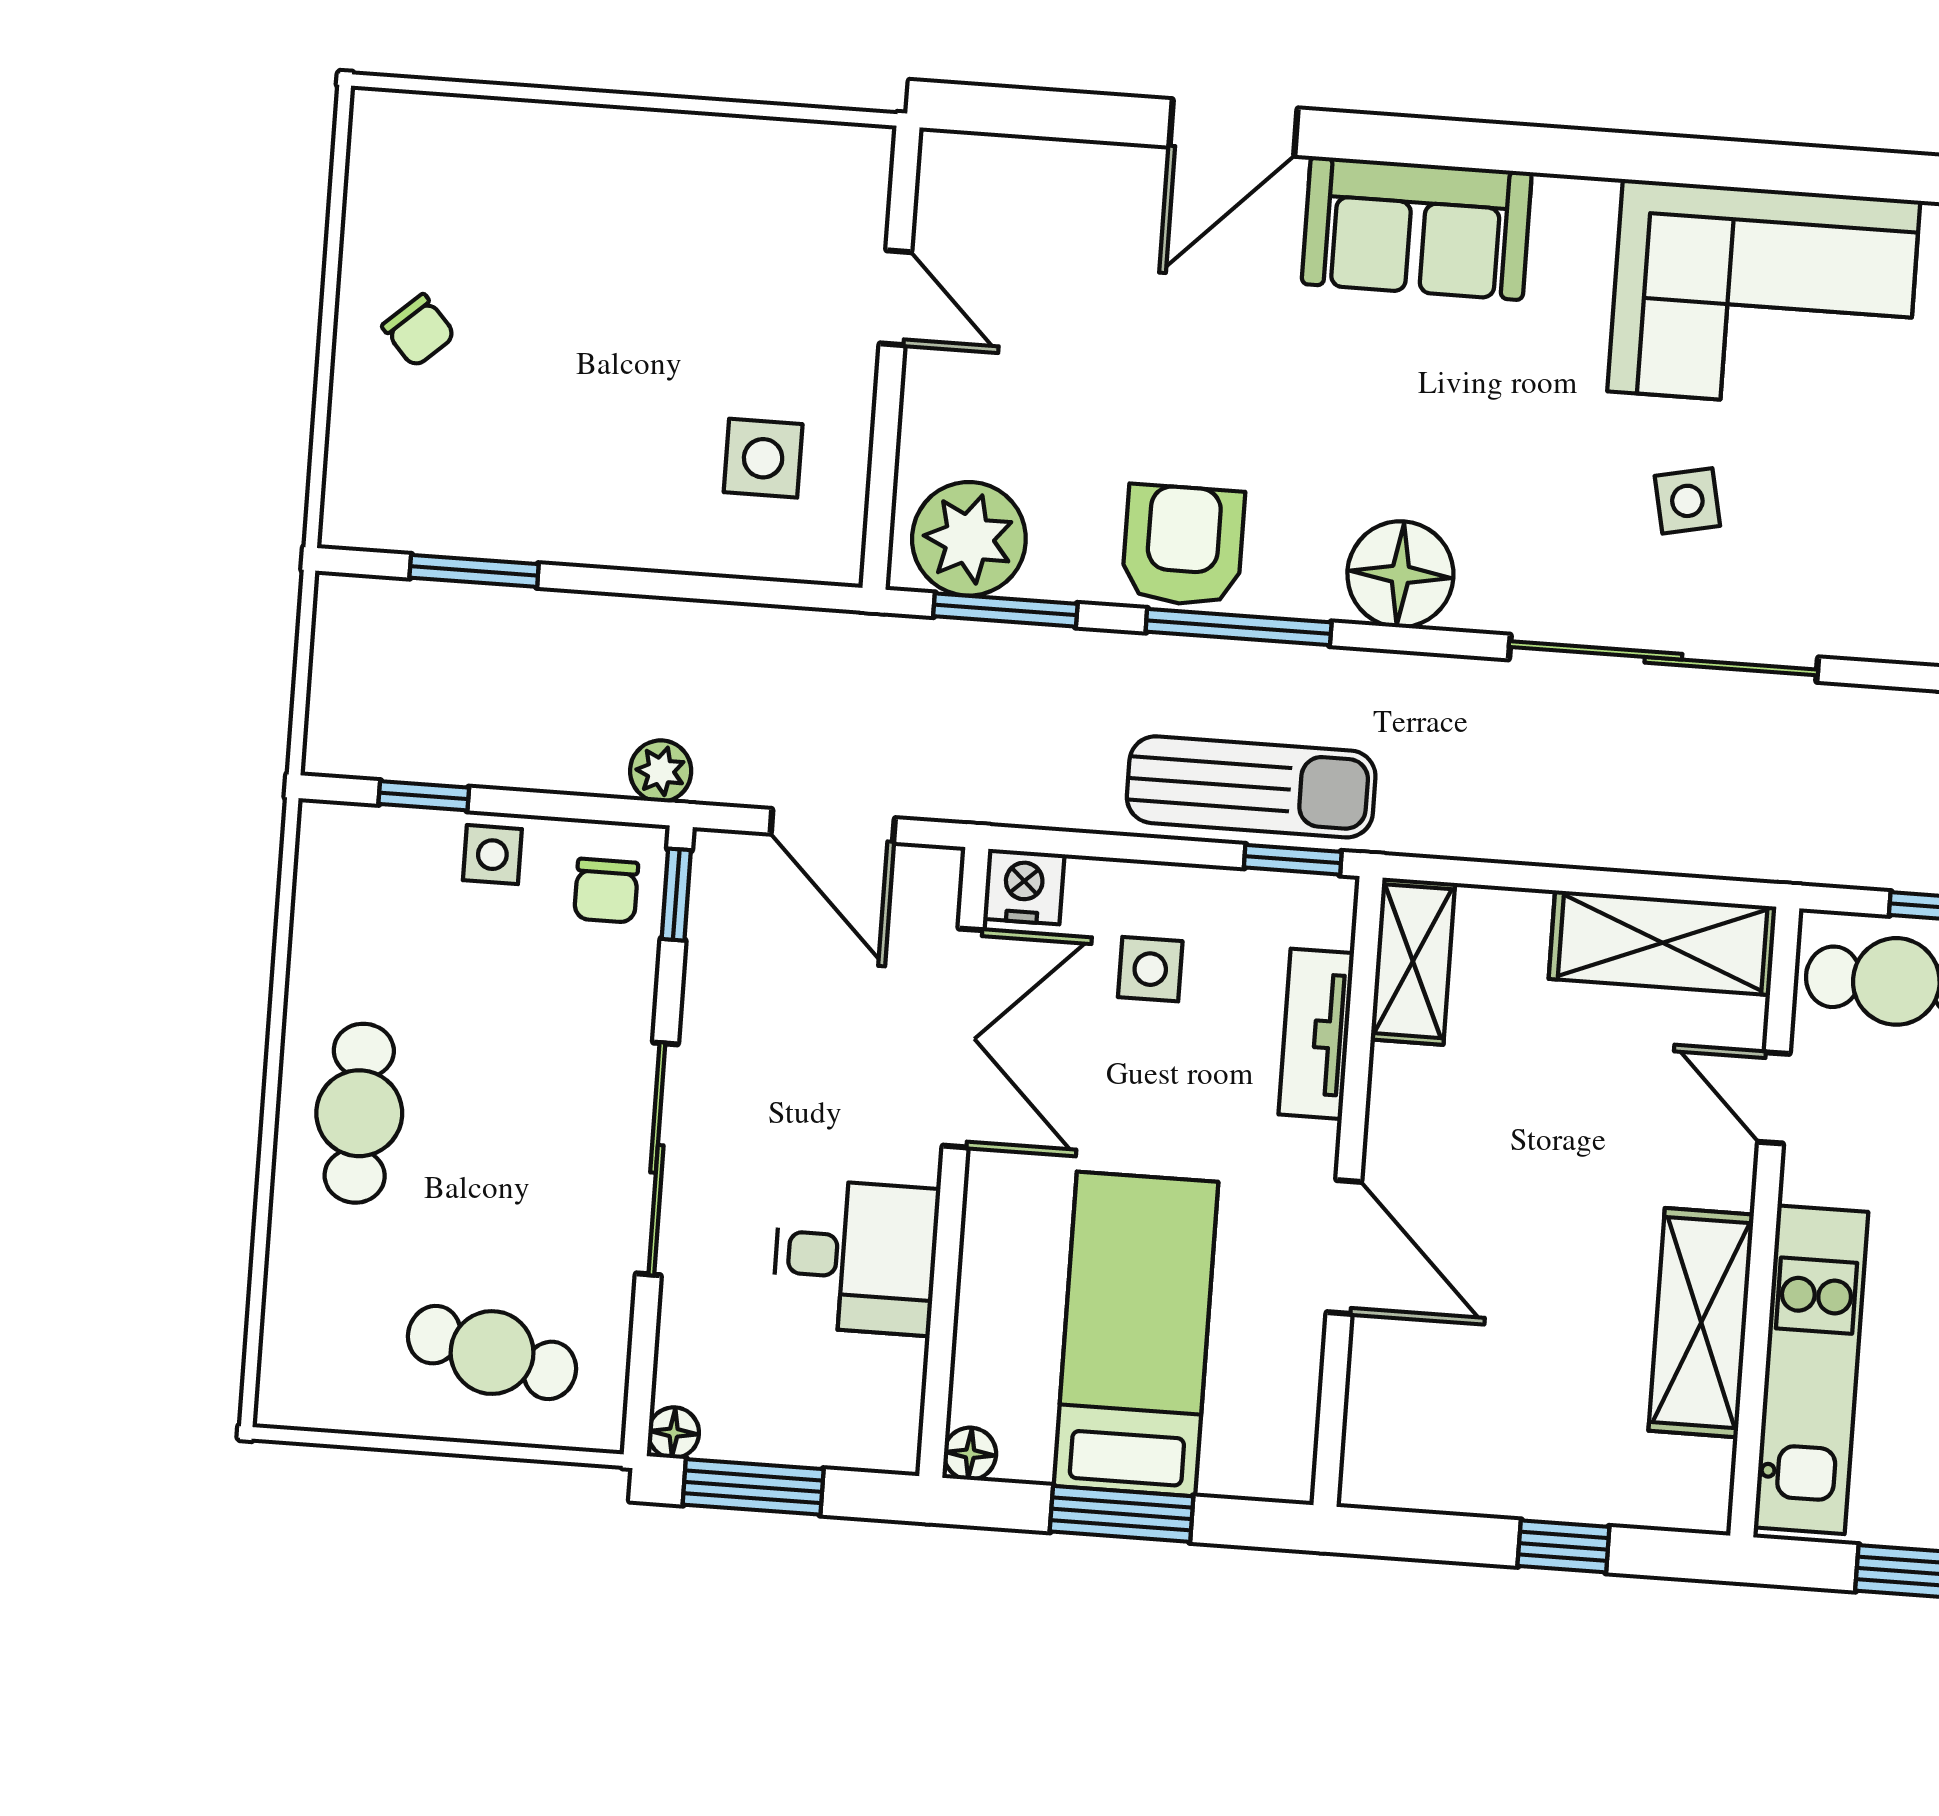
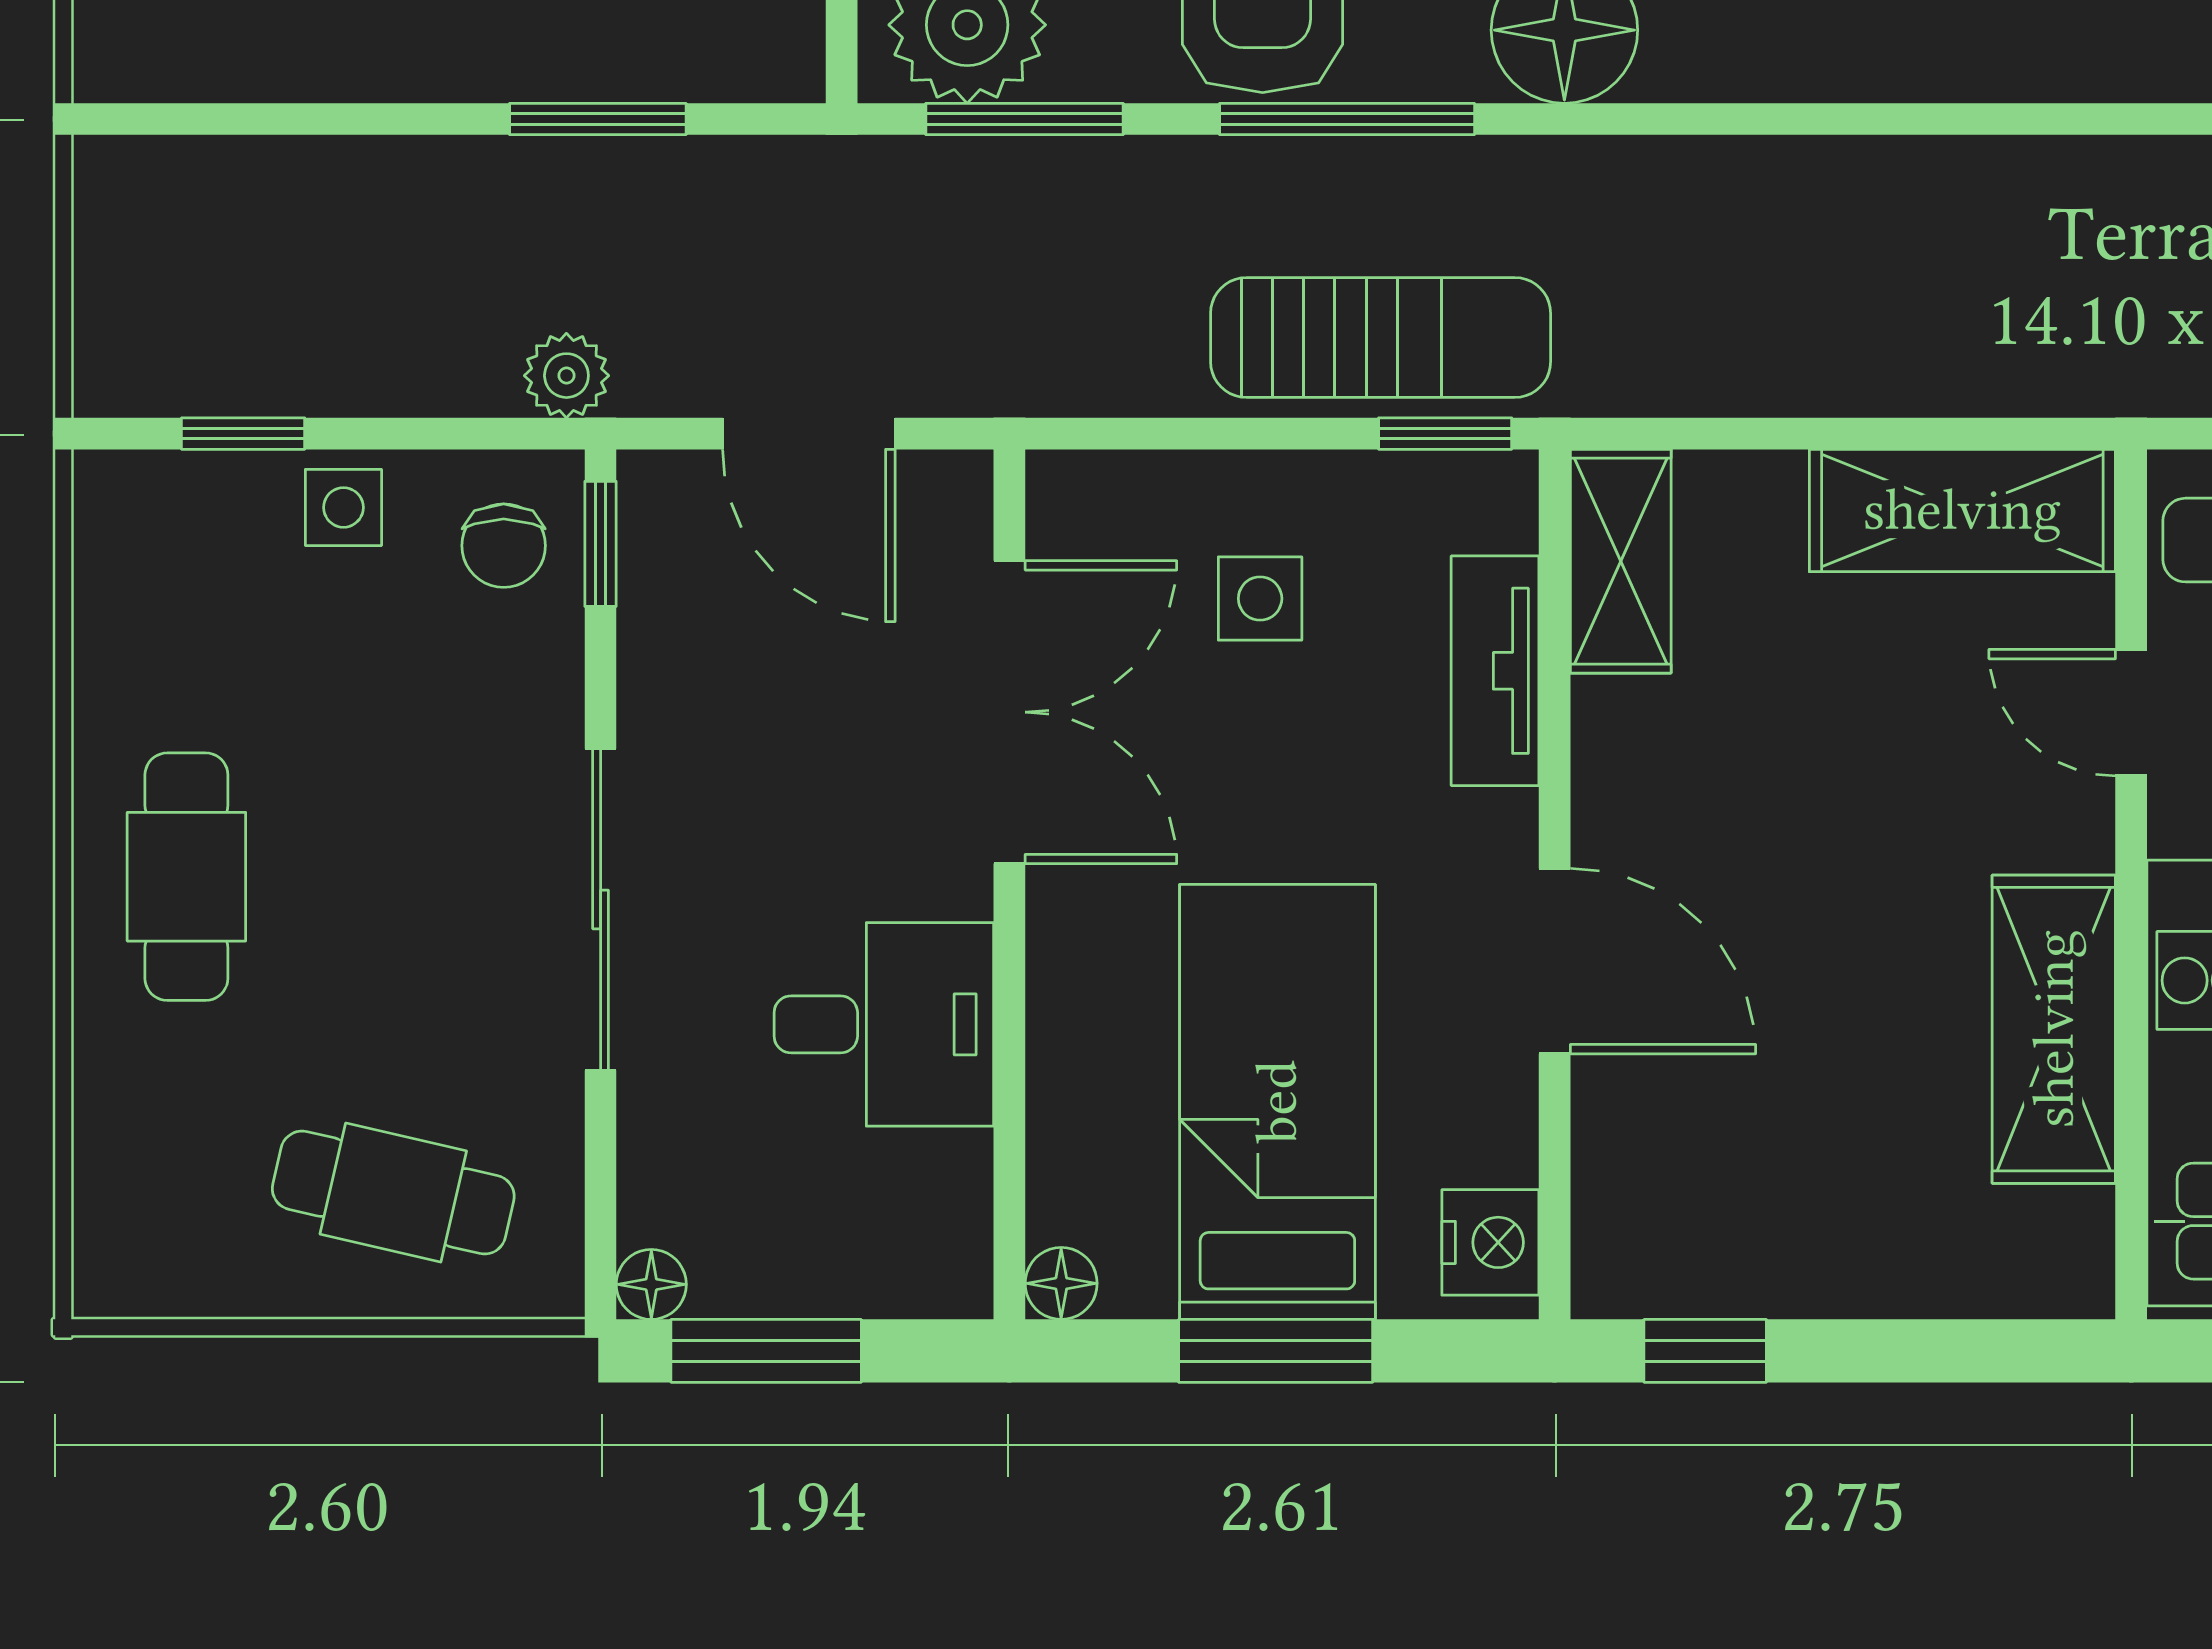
window: (474, 571) -> (598, 119), moved
sliding door: (1663, 658) -> (1935, 119), removed
nightstand: (1024, 887) -> (1490, 1242), moved, turned 90
window: (1563, 1546) -> (1705, 1351), moved

